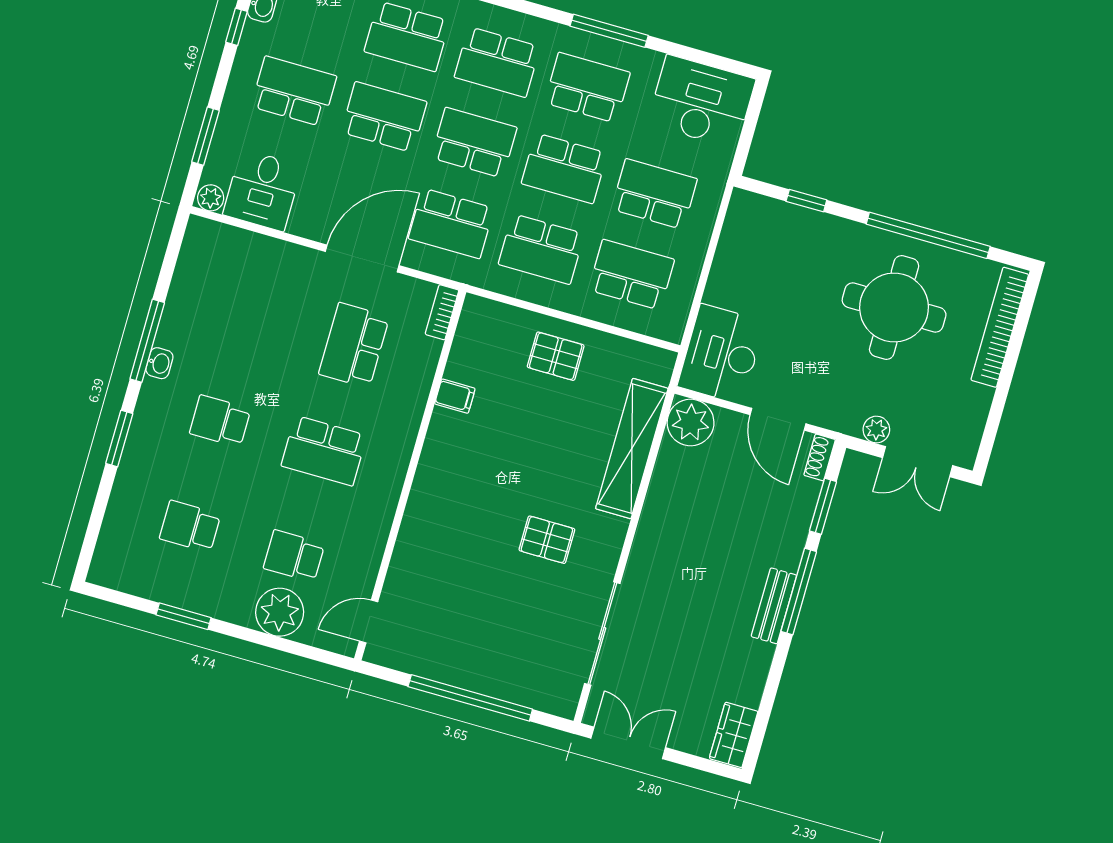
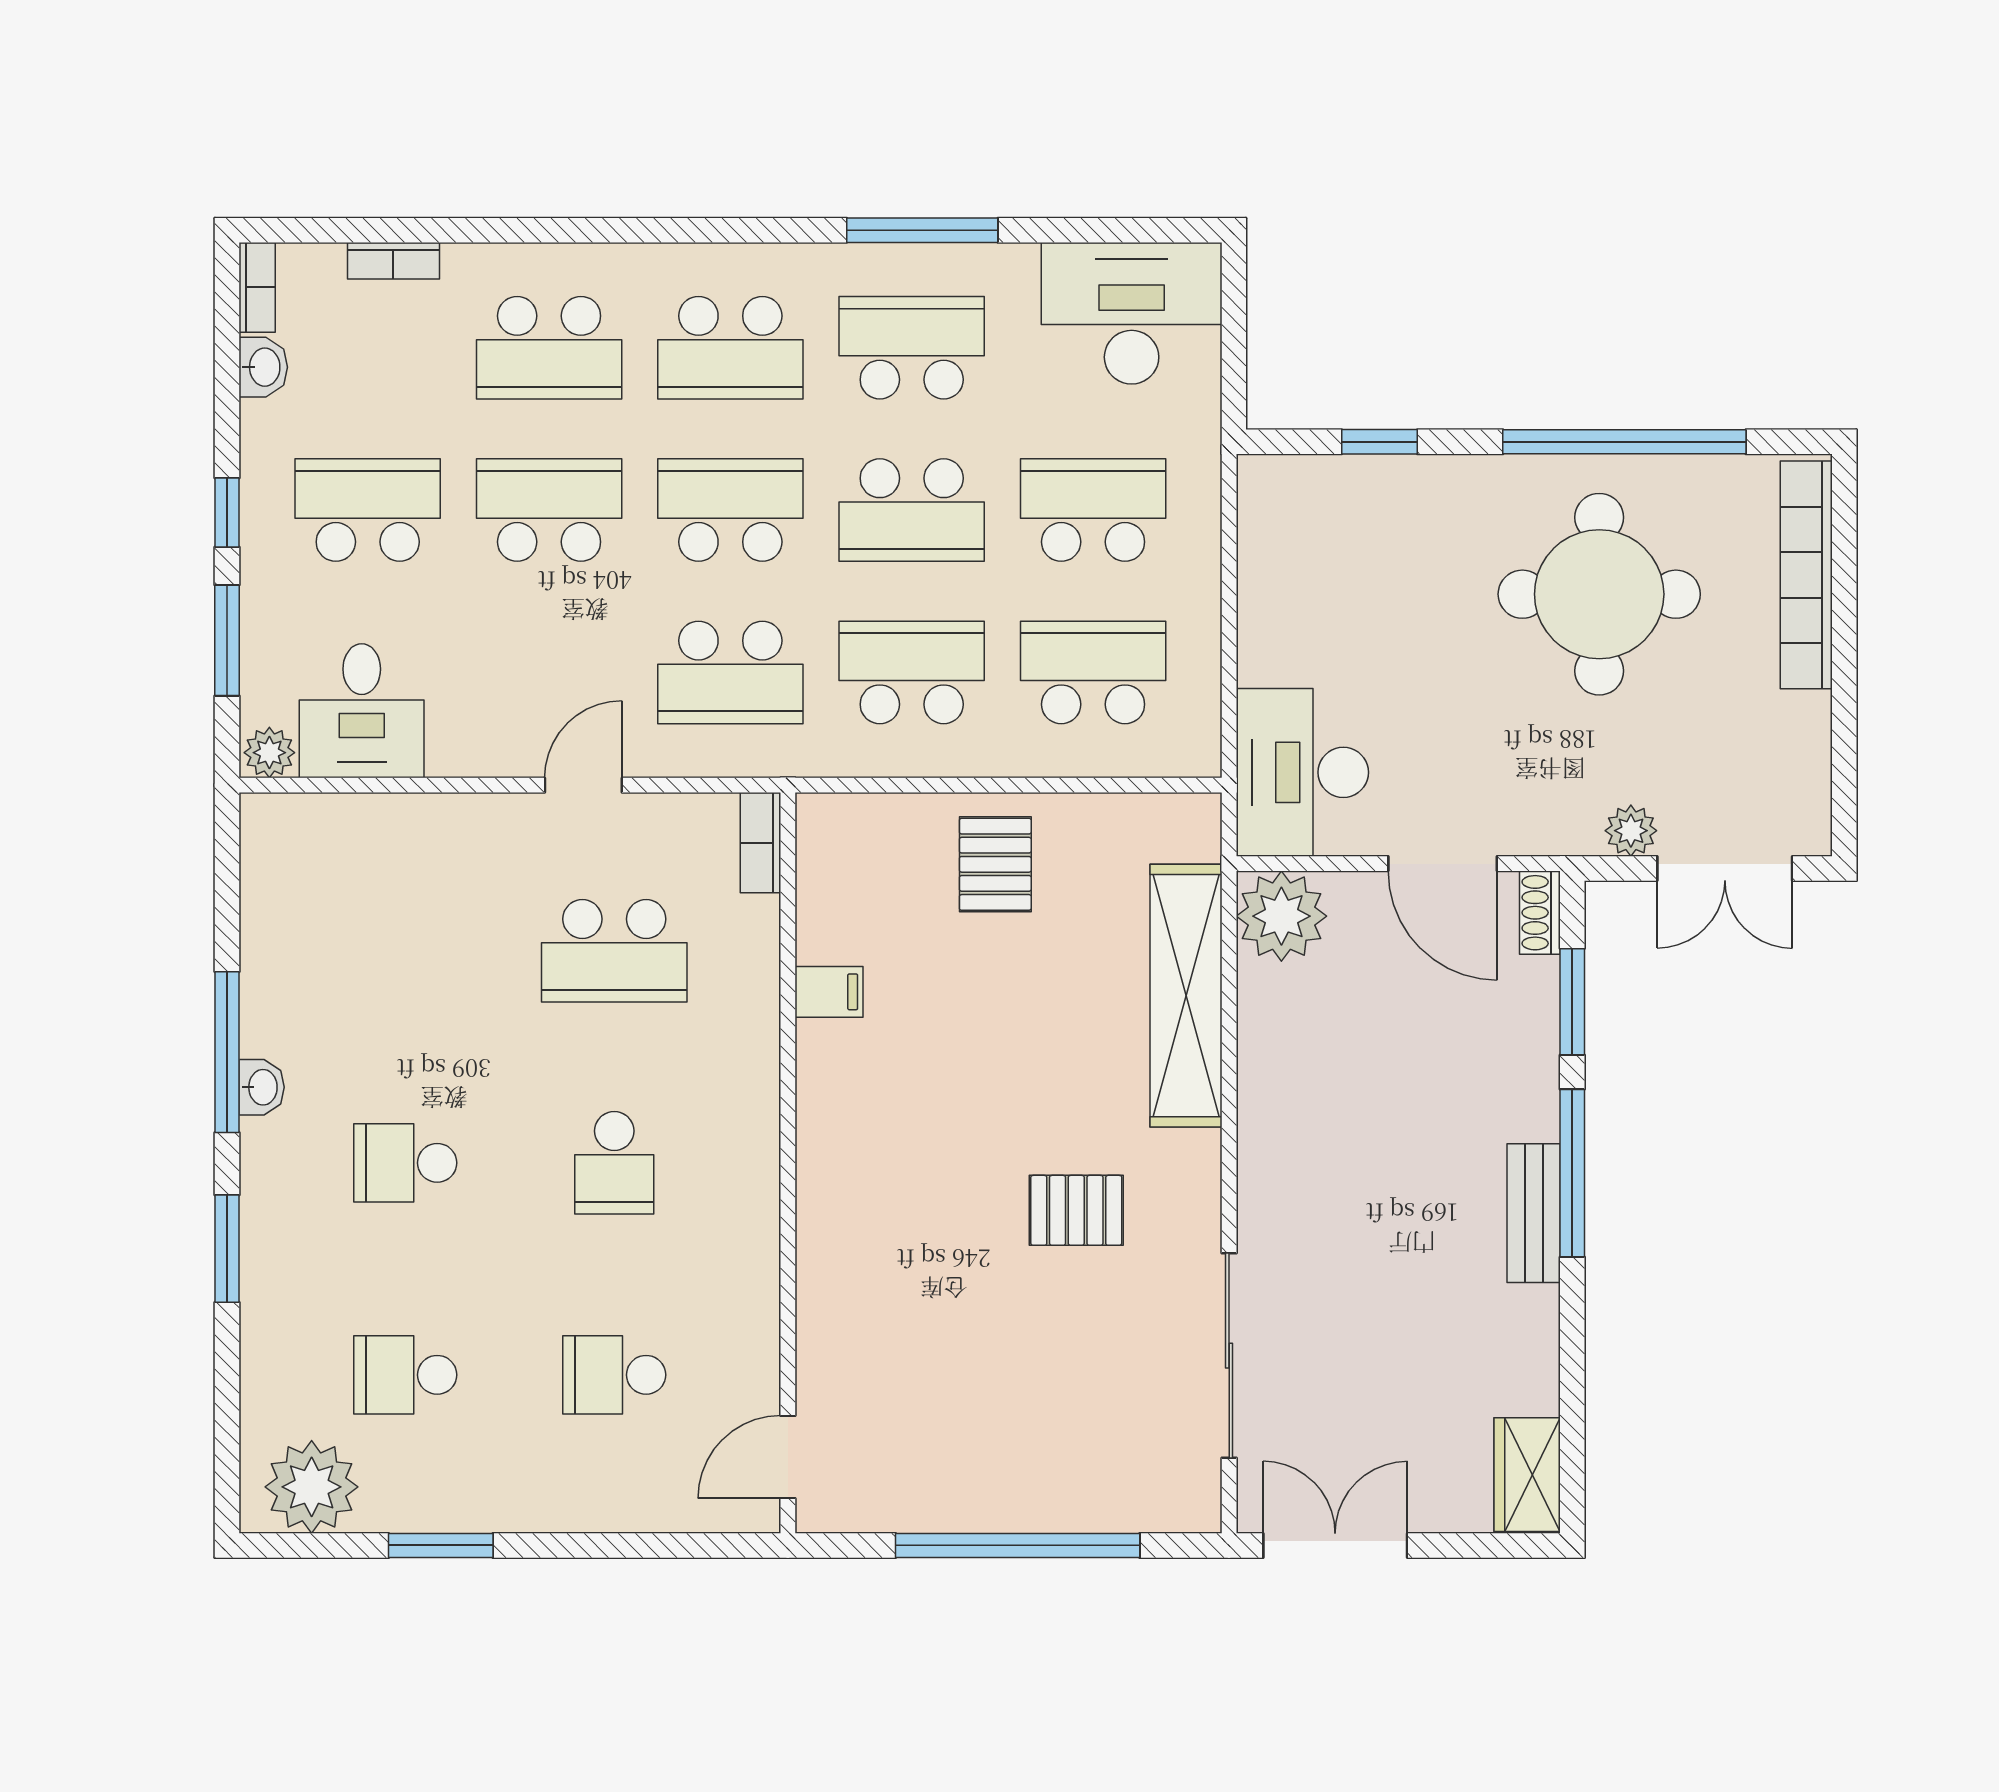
window: (237, 27) -> (227, 512), moved
school desk: (541, 249) -> (912, 672), turned 180
door: (362, 259) -> (583, 785), width x0.53
school desk: (354, 345) -> (614, 951), turned -90
pallet: (556, 356) -> (995, 864), turned 90
school desk: (324, 451) -> (614, 1163), width x0.54
plant: (280, 612) -> (312, 1487), moved

